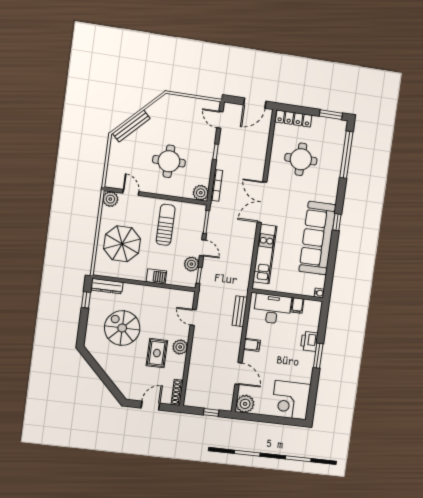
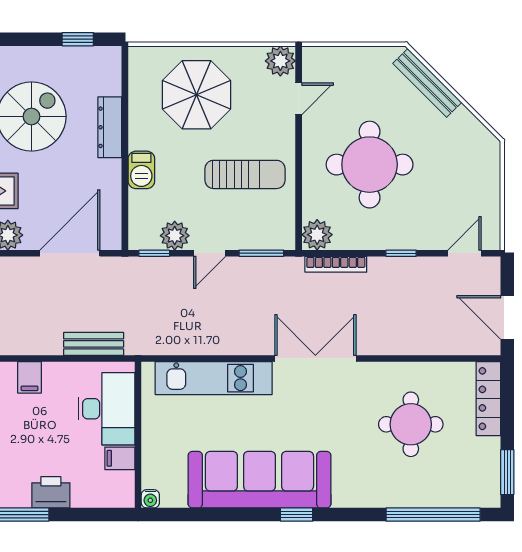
round table: (169, 161) -> (370, 165), width x1.36, depth x1.36
dresser: (107, 286) -> (110, 127), moved
door: (193, 317) -> (70, 253), width x1.88

